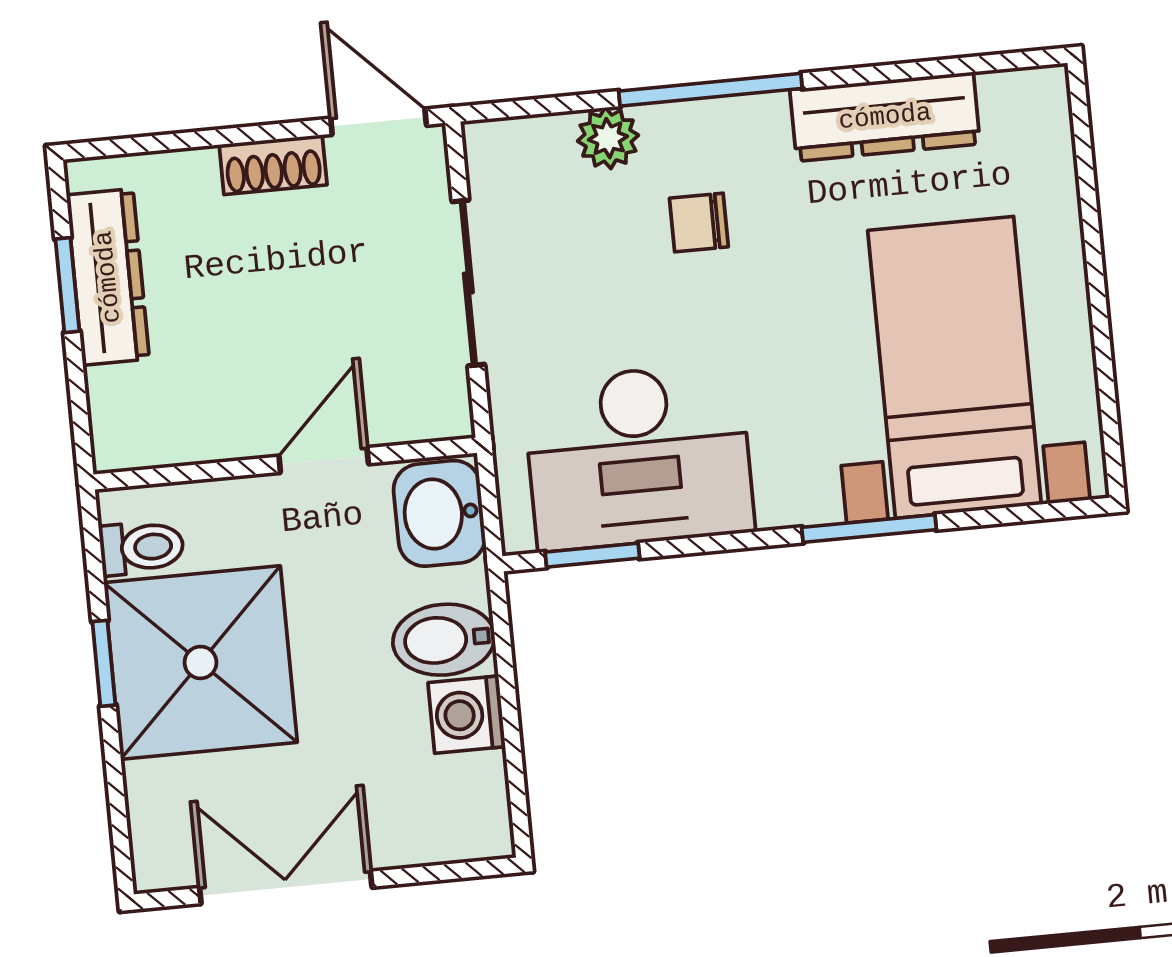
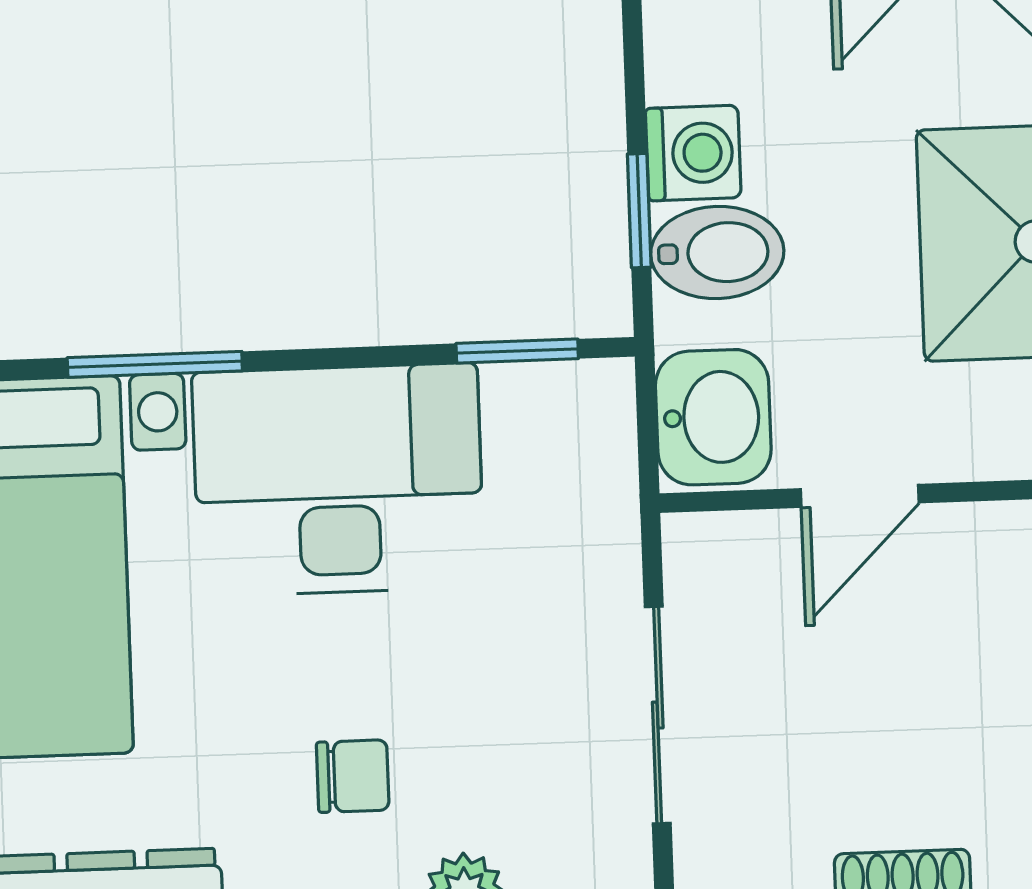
desk: (639, 457) -> (338, 480), moved
window: (505, 668) -> (639, 211), added

